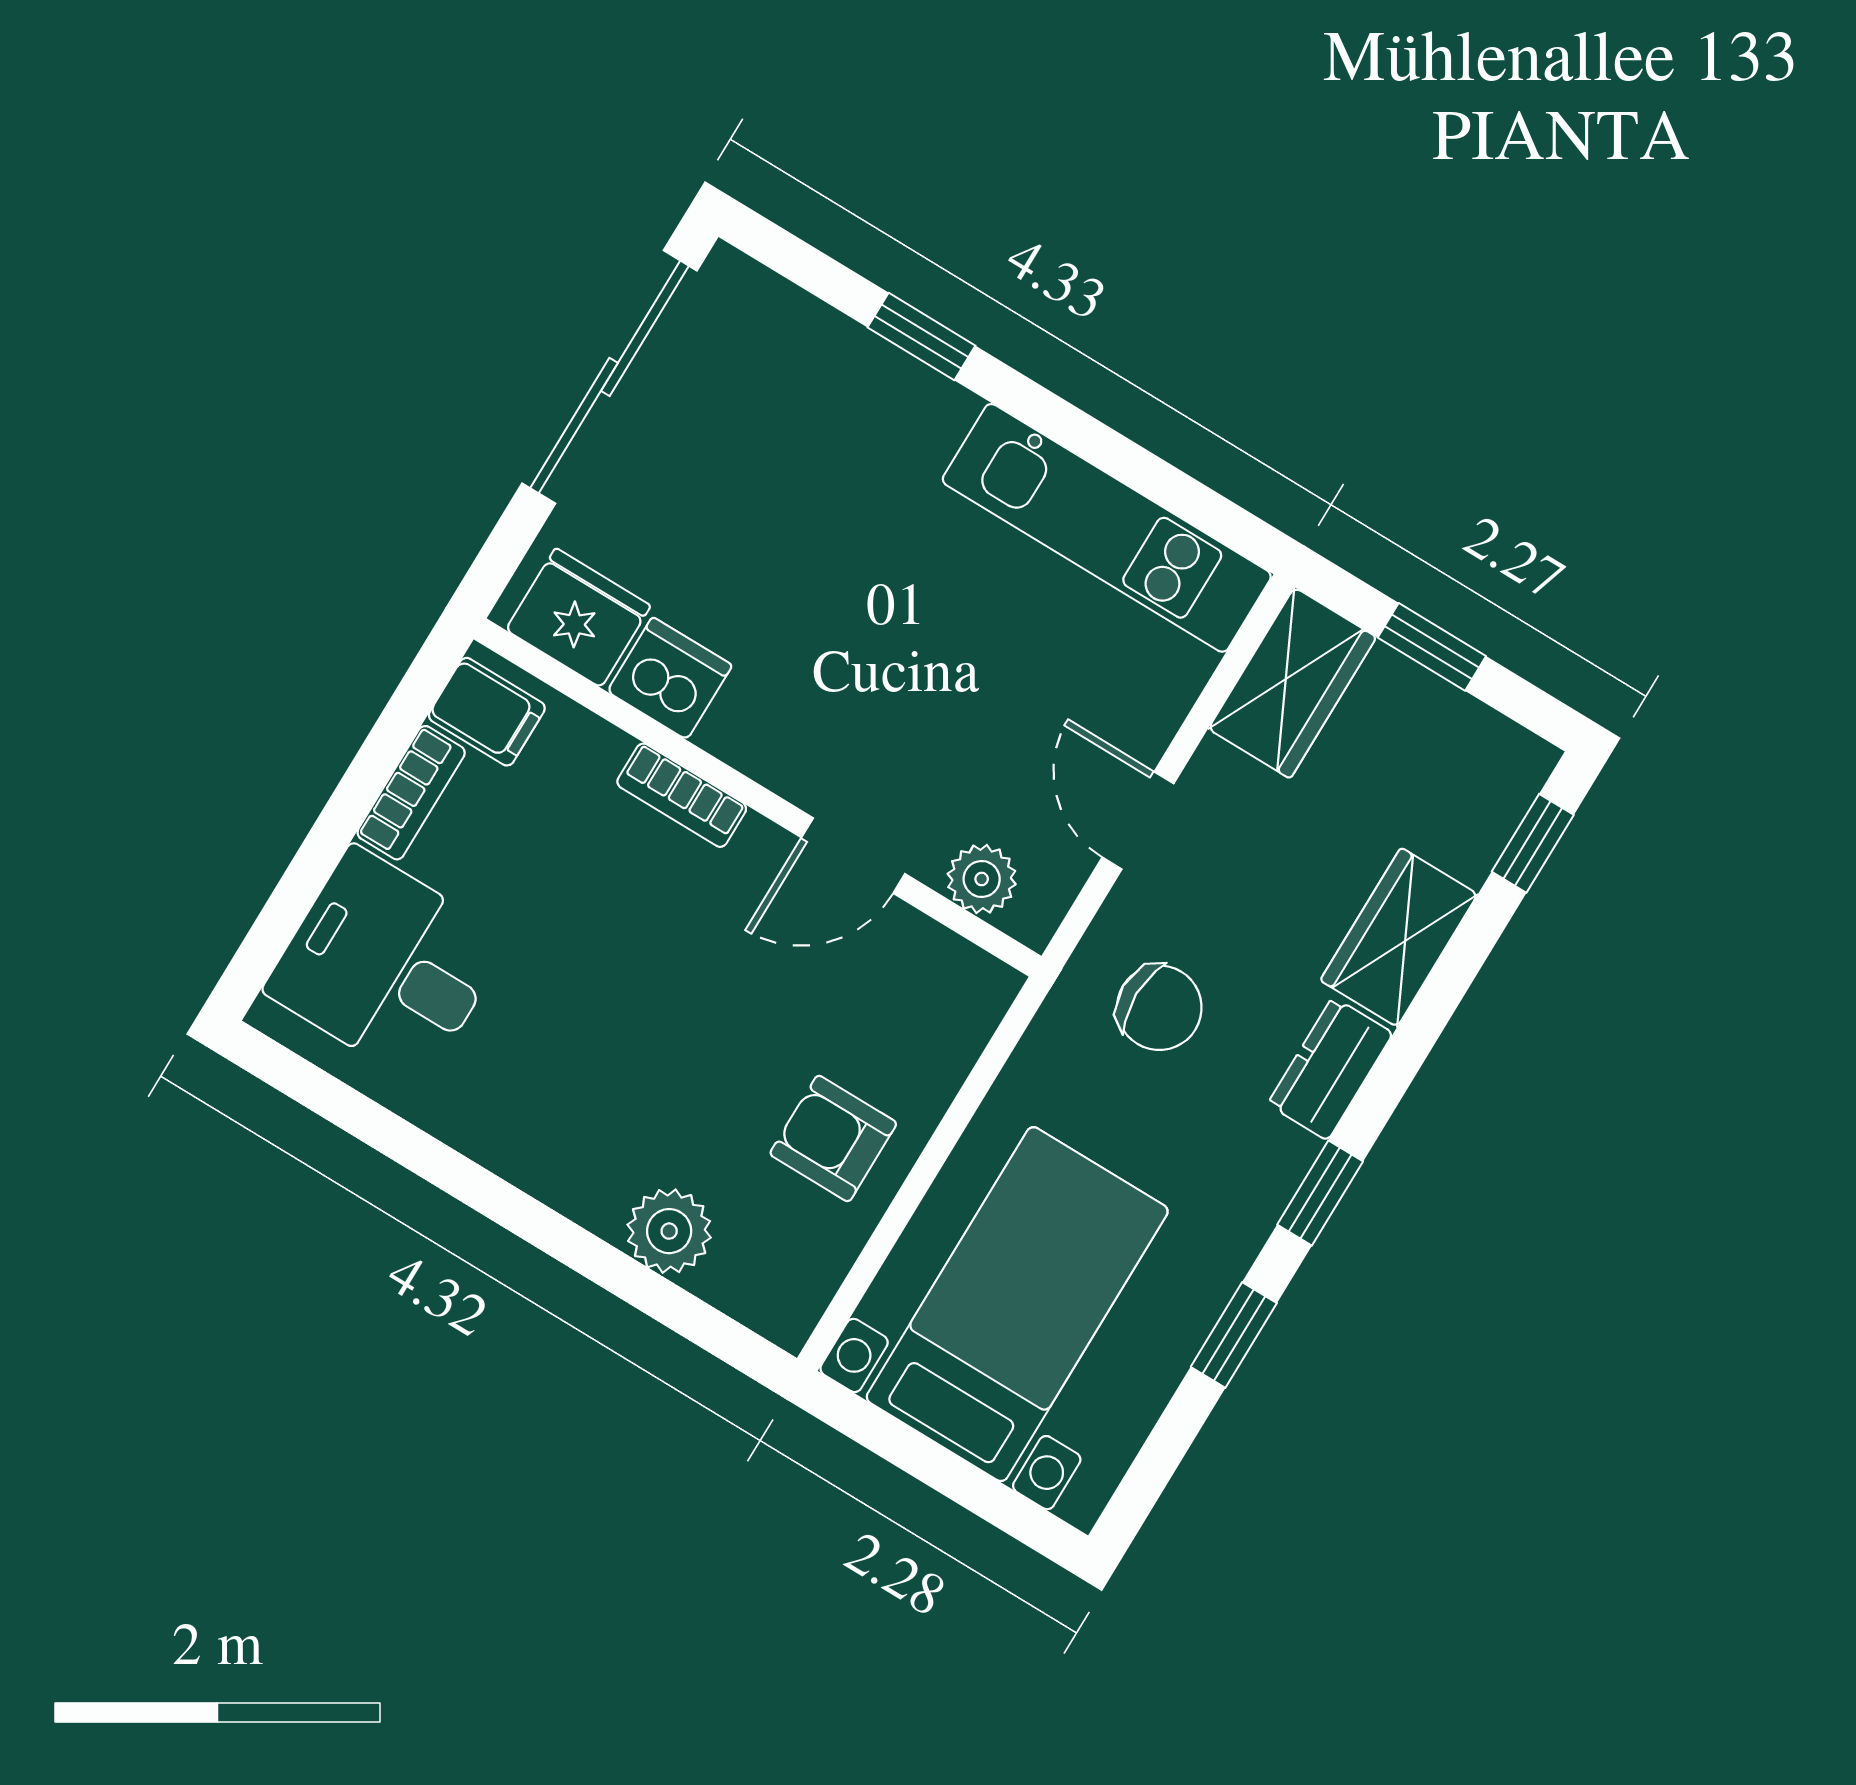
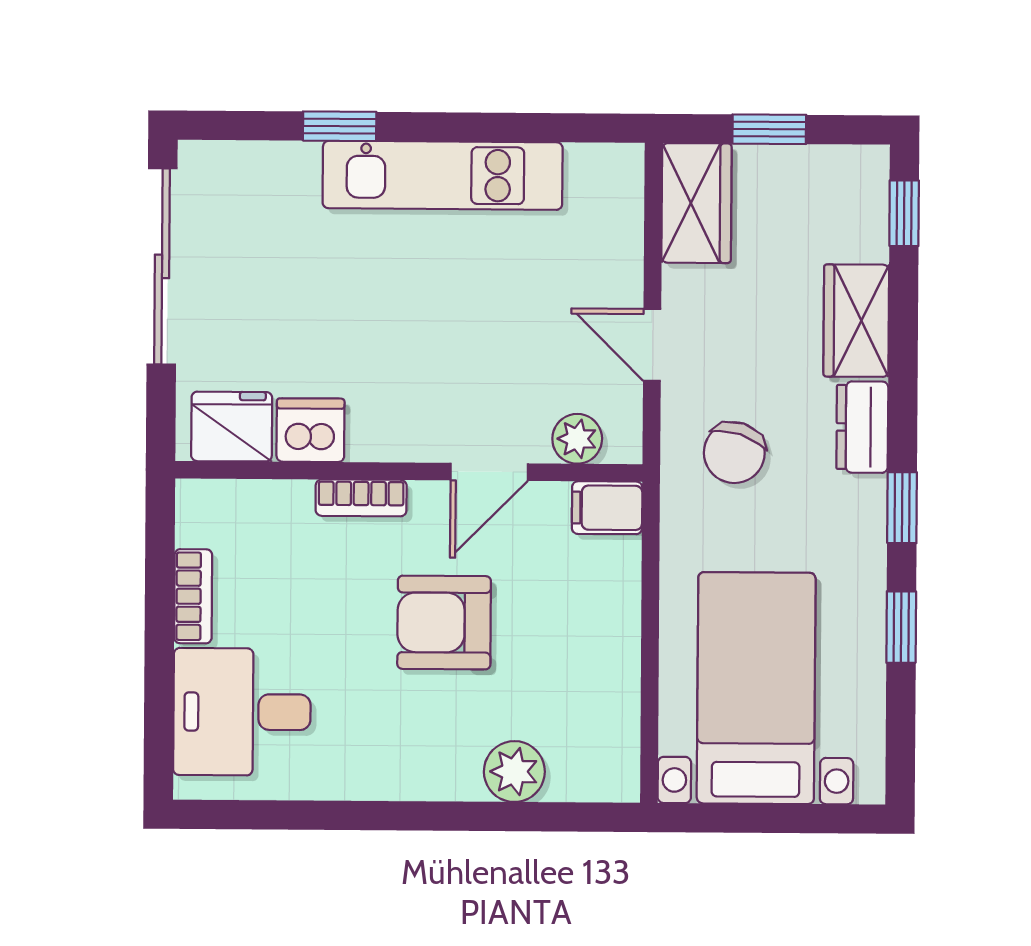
kitchen unit: (1107, 528) -> (443, 175), moved
filing cabinet: (487, 712) -> (607, 508), moved, turned 180
chair: (1159, 1008) -> (734, 453), turned 108
armchair: (833, 1138) -> (444, 623), moved, width x1.38, depth x1.38

